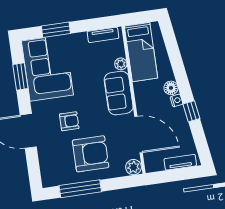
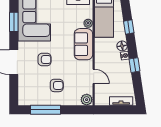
window: (176, 61) -> (129, 27), added
door: (139, 135) -> (94, 76), width x0.53
armchair: (91, 154) -> (57, 85), width x0.53, depth x0.53

